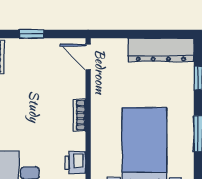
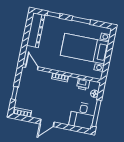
door: (88, 57) -> (32, 67), swing flipped

